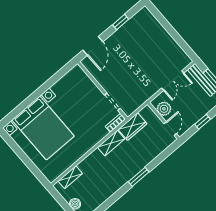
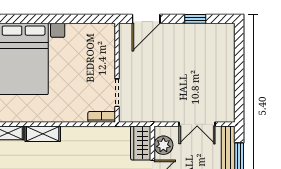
wardrobe: (132, 127) -> (141, 143), moved, turned 90
shelving: (111, 143) -> (43, 134), moved

